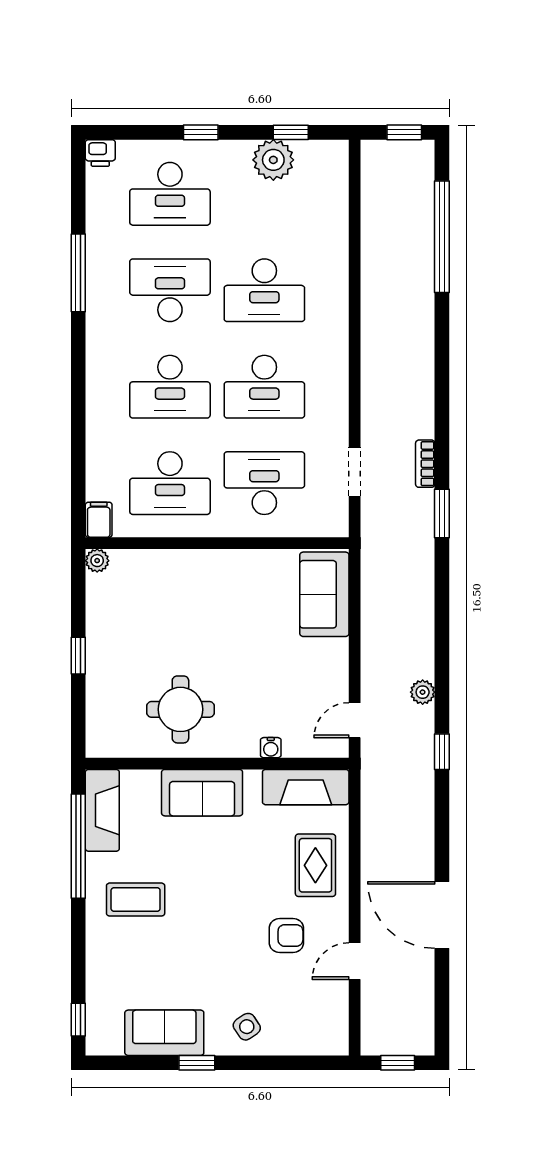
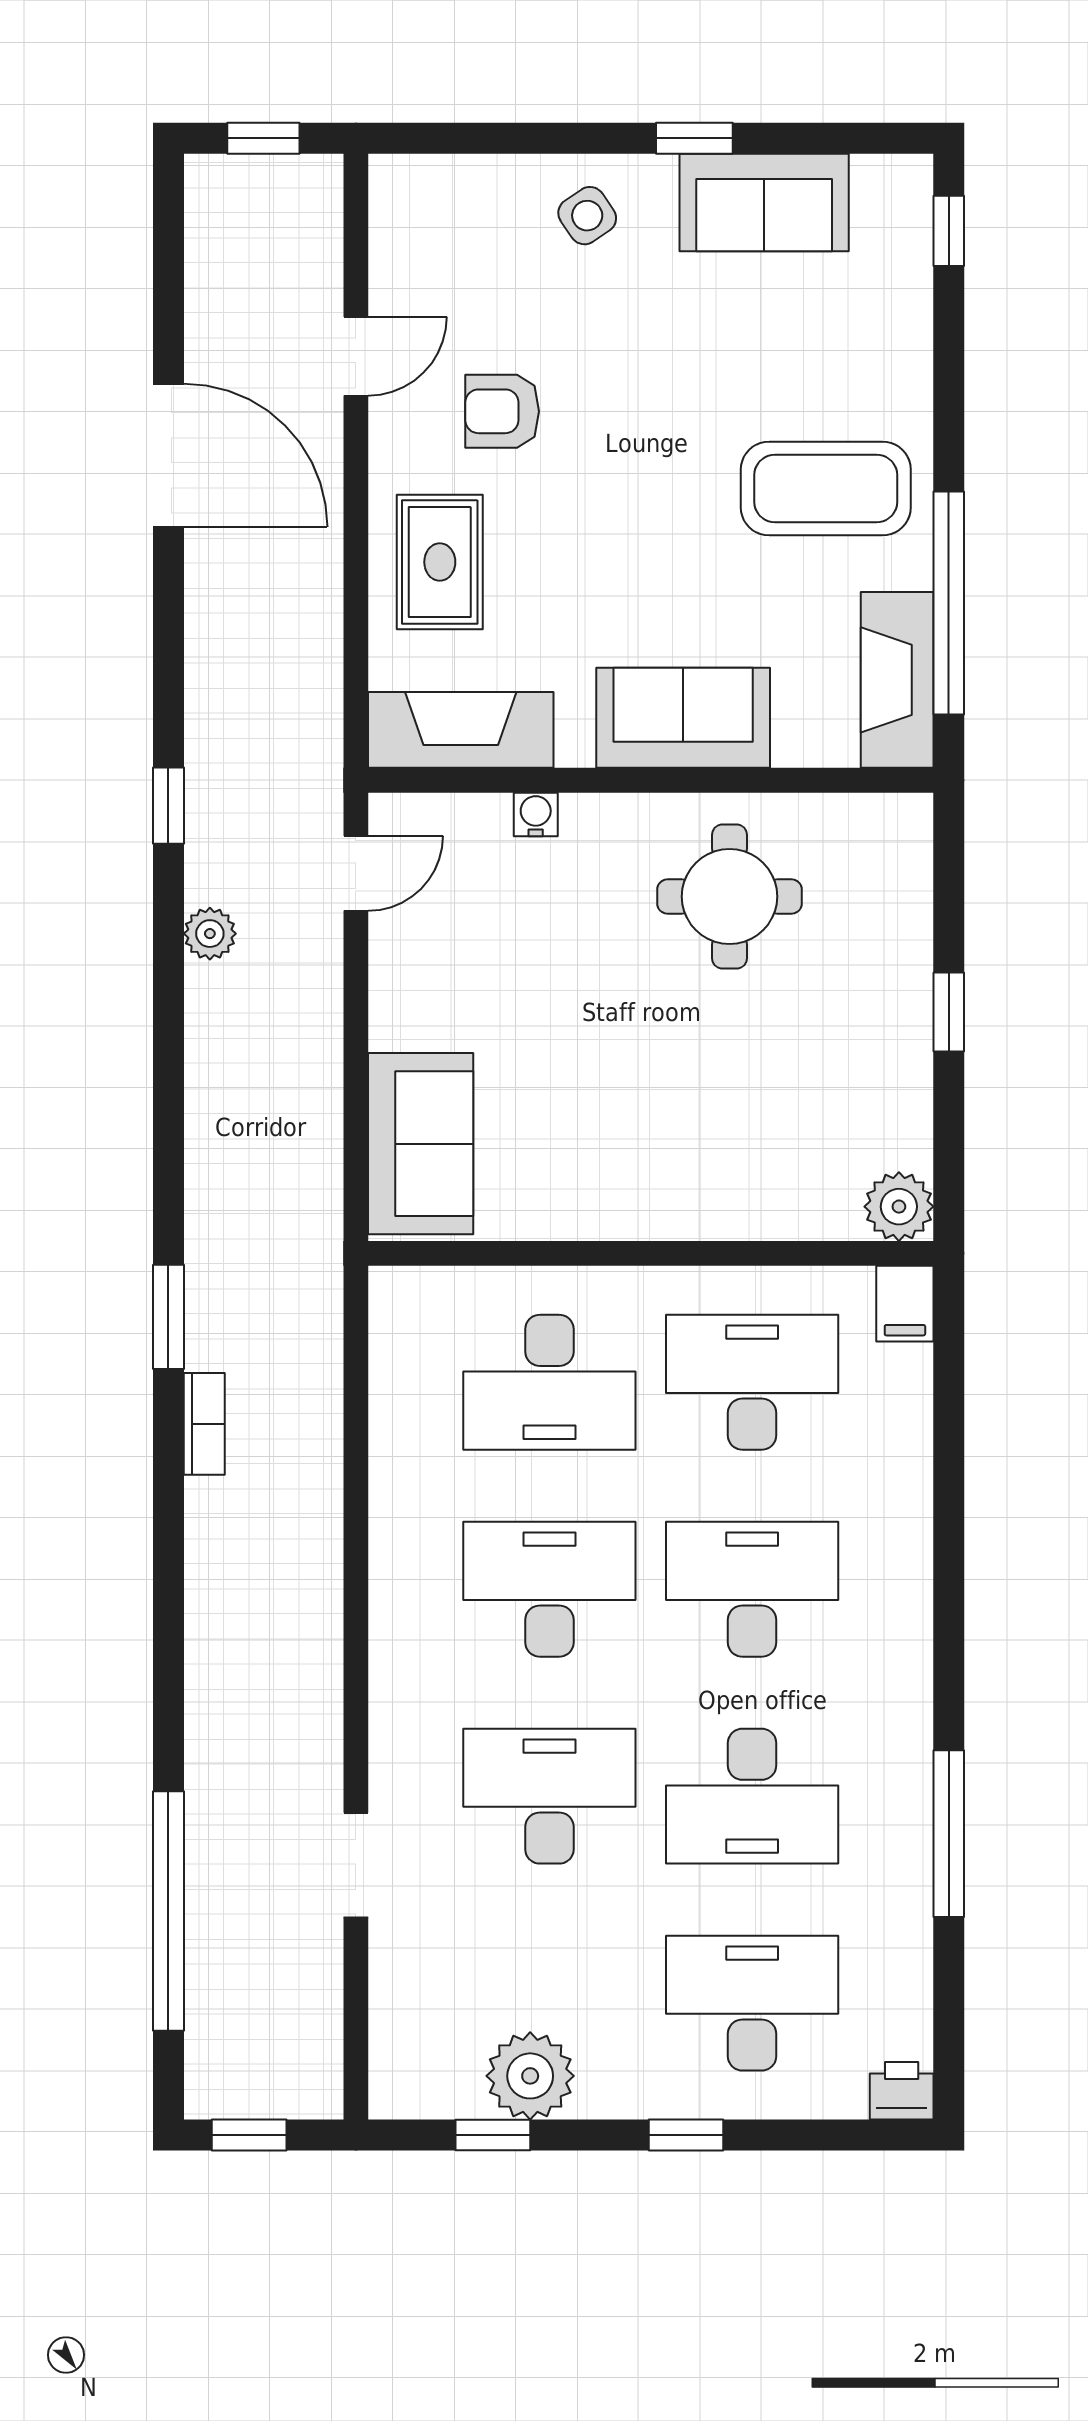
doorway: (355, 472) -> (356, 1865), moved
plant: (97, 561) -> (899, 1207), width x1.38, depth x1.38
coffee table: (136, 900) -> (826, 488), width x1.36, depth x1.32

